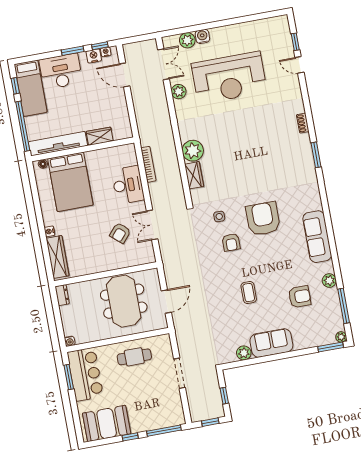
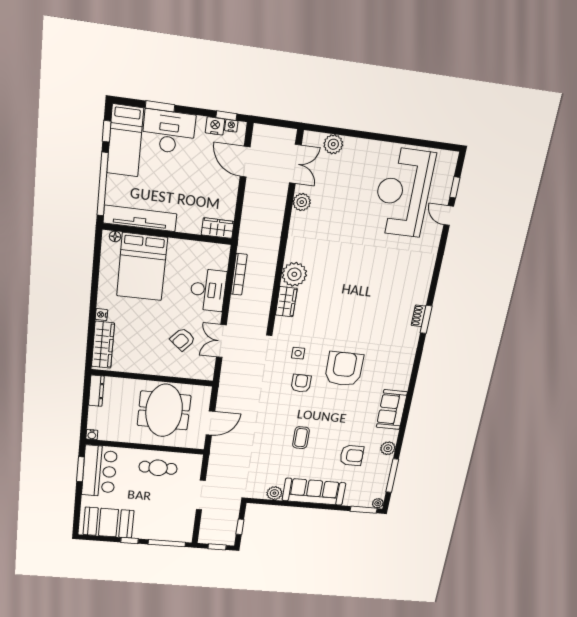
water cooler: (202, 36) -> (353, 145), removed
window: (73, 51) -> (160, 106), moved
reception desk: (229, 78) -> (403, 192), moved, turned 90
shoe rack: (303, 123) -> (419, 316), moved
wardrobe: (100, 136) -> (218, 228), moved
sofa: (317, 237) -> (392, 410), width x0.73
armchair: (231, 242) -> (301, 383), turned 180
dresser: (62, 295) -> (96, 391), width x1.44
sofa: (271, 343) -> (314, 492), width x1.36

